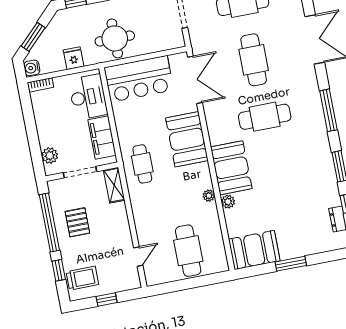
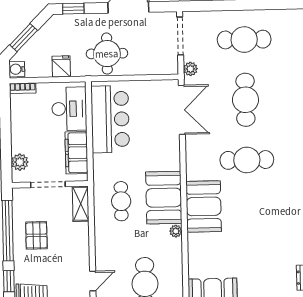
bar counter: (139, 79) -> (110, 119), moved, turned -90
booth: (187, 139) -> (164, 198), moved
cafe table: (142, 164) -> (121, 201), moved
plant: (228, 202) -> (190, 69), moved

